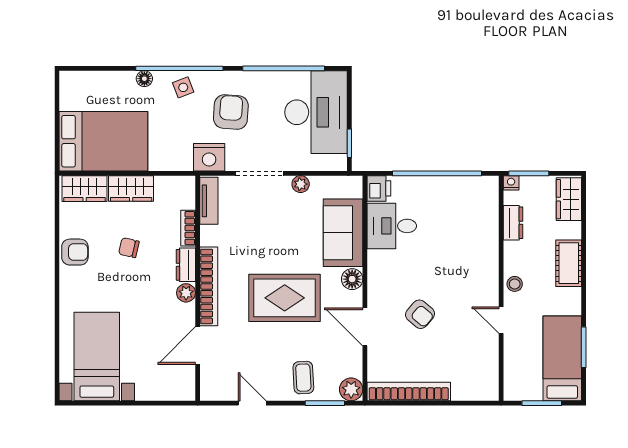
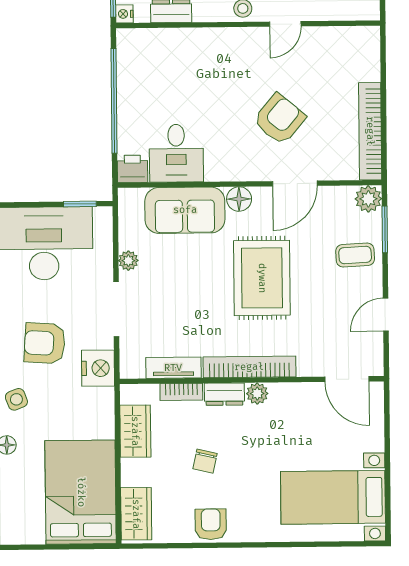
wardrobe: (131, 189) -> (135, 431), moved
tv unit: (209, 201) -> (173, 368), moved
armchair: (420, 314) -> (279, 119), width x1.38, depth x1.38
door: (198, 345) -> (347, 379), moved

